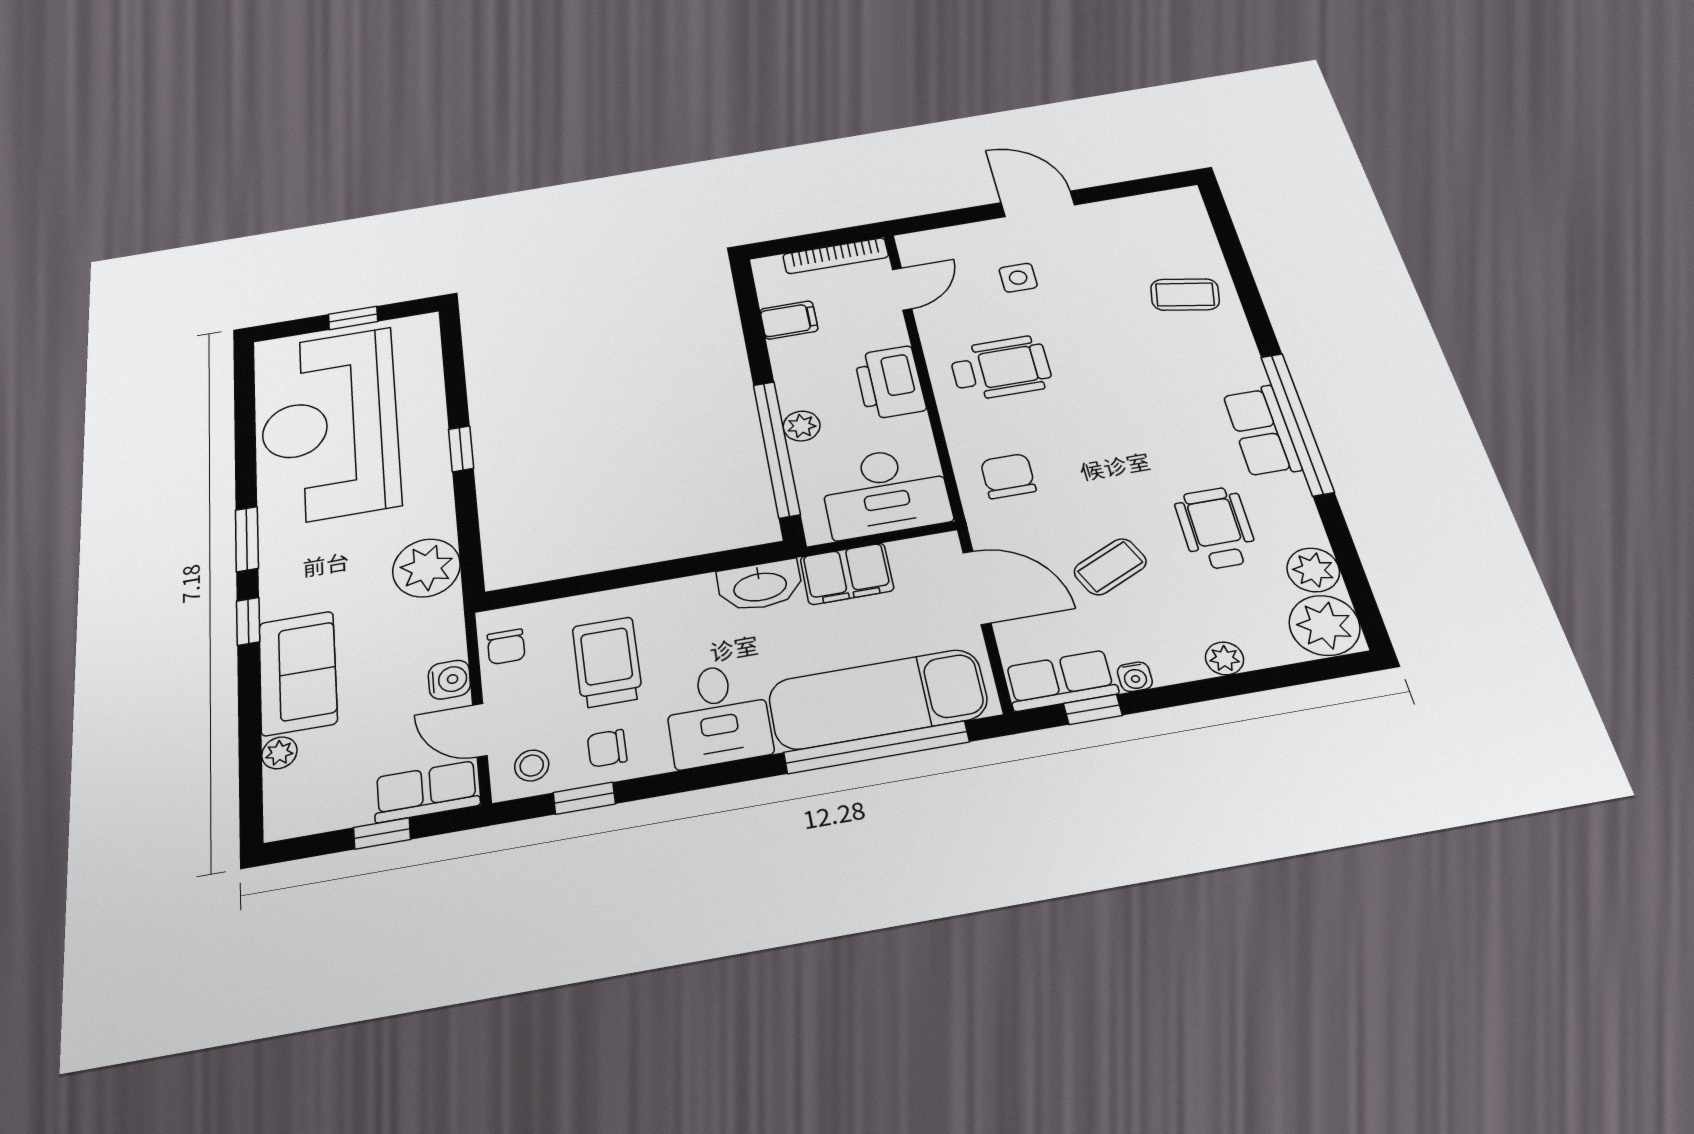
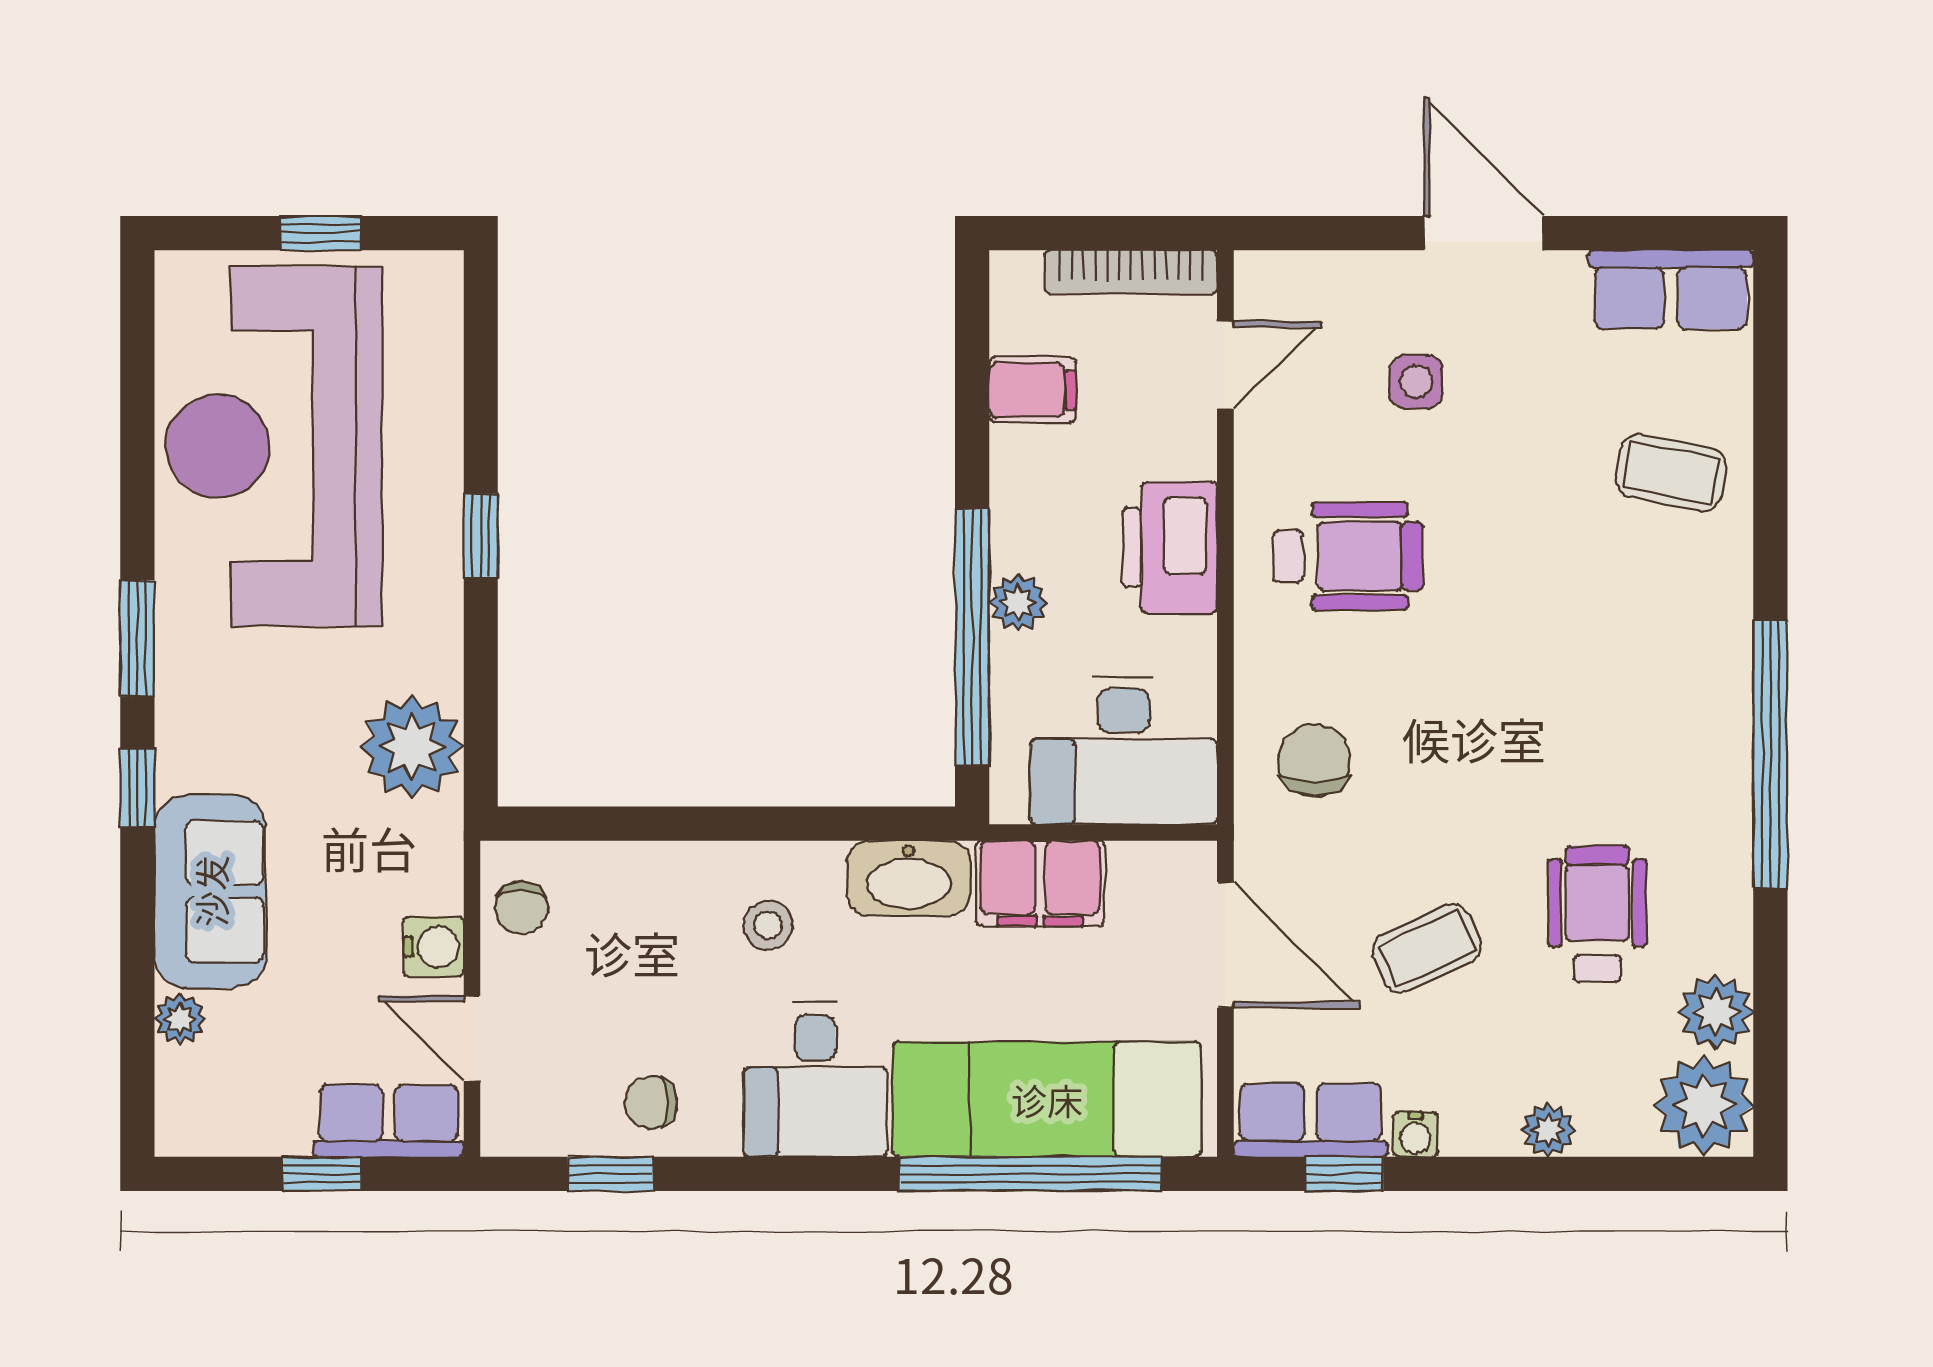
row of seats: (1262, 431) -> (1671, 290), moved, turned -90
trolley: (607, 662) -> (667, 963), removed
stool: (532, 766) -> (768, 925), moved

